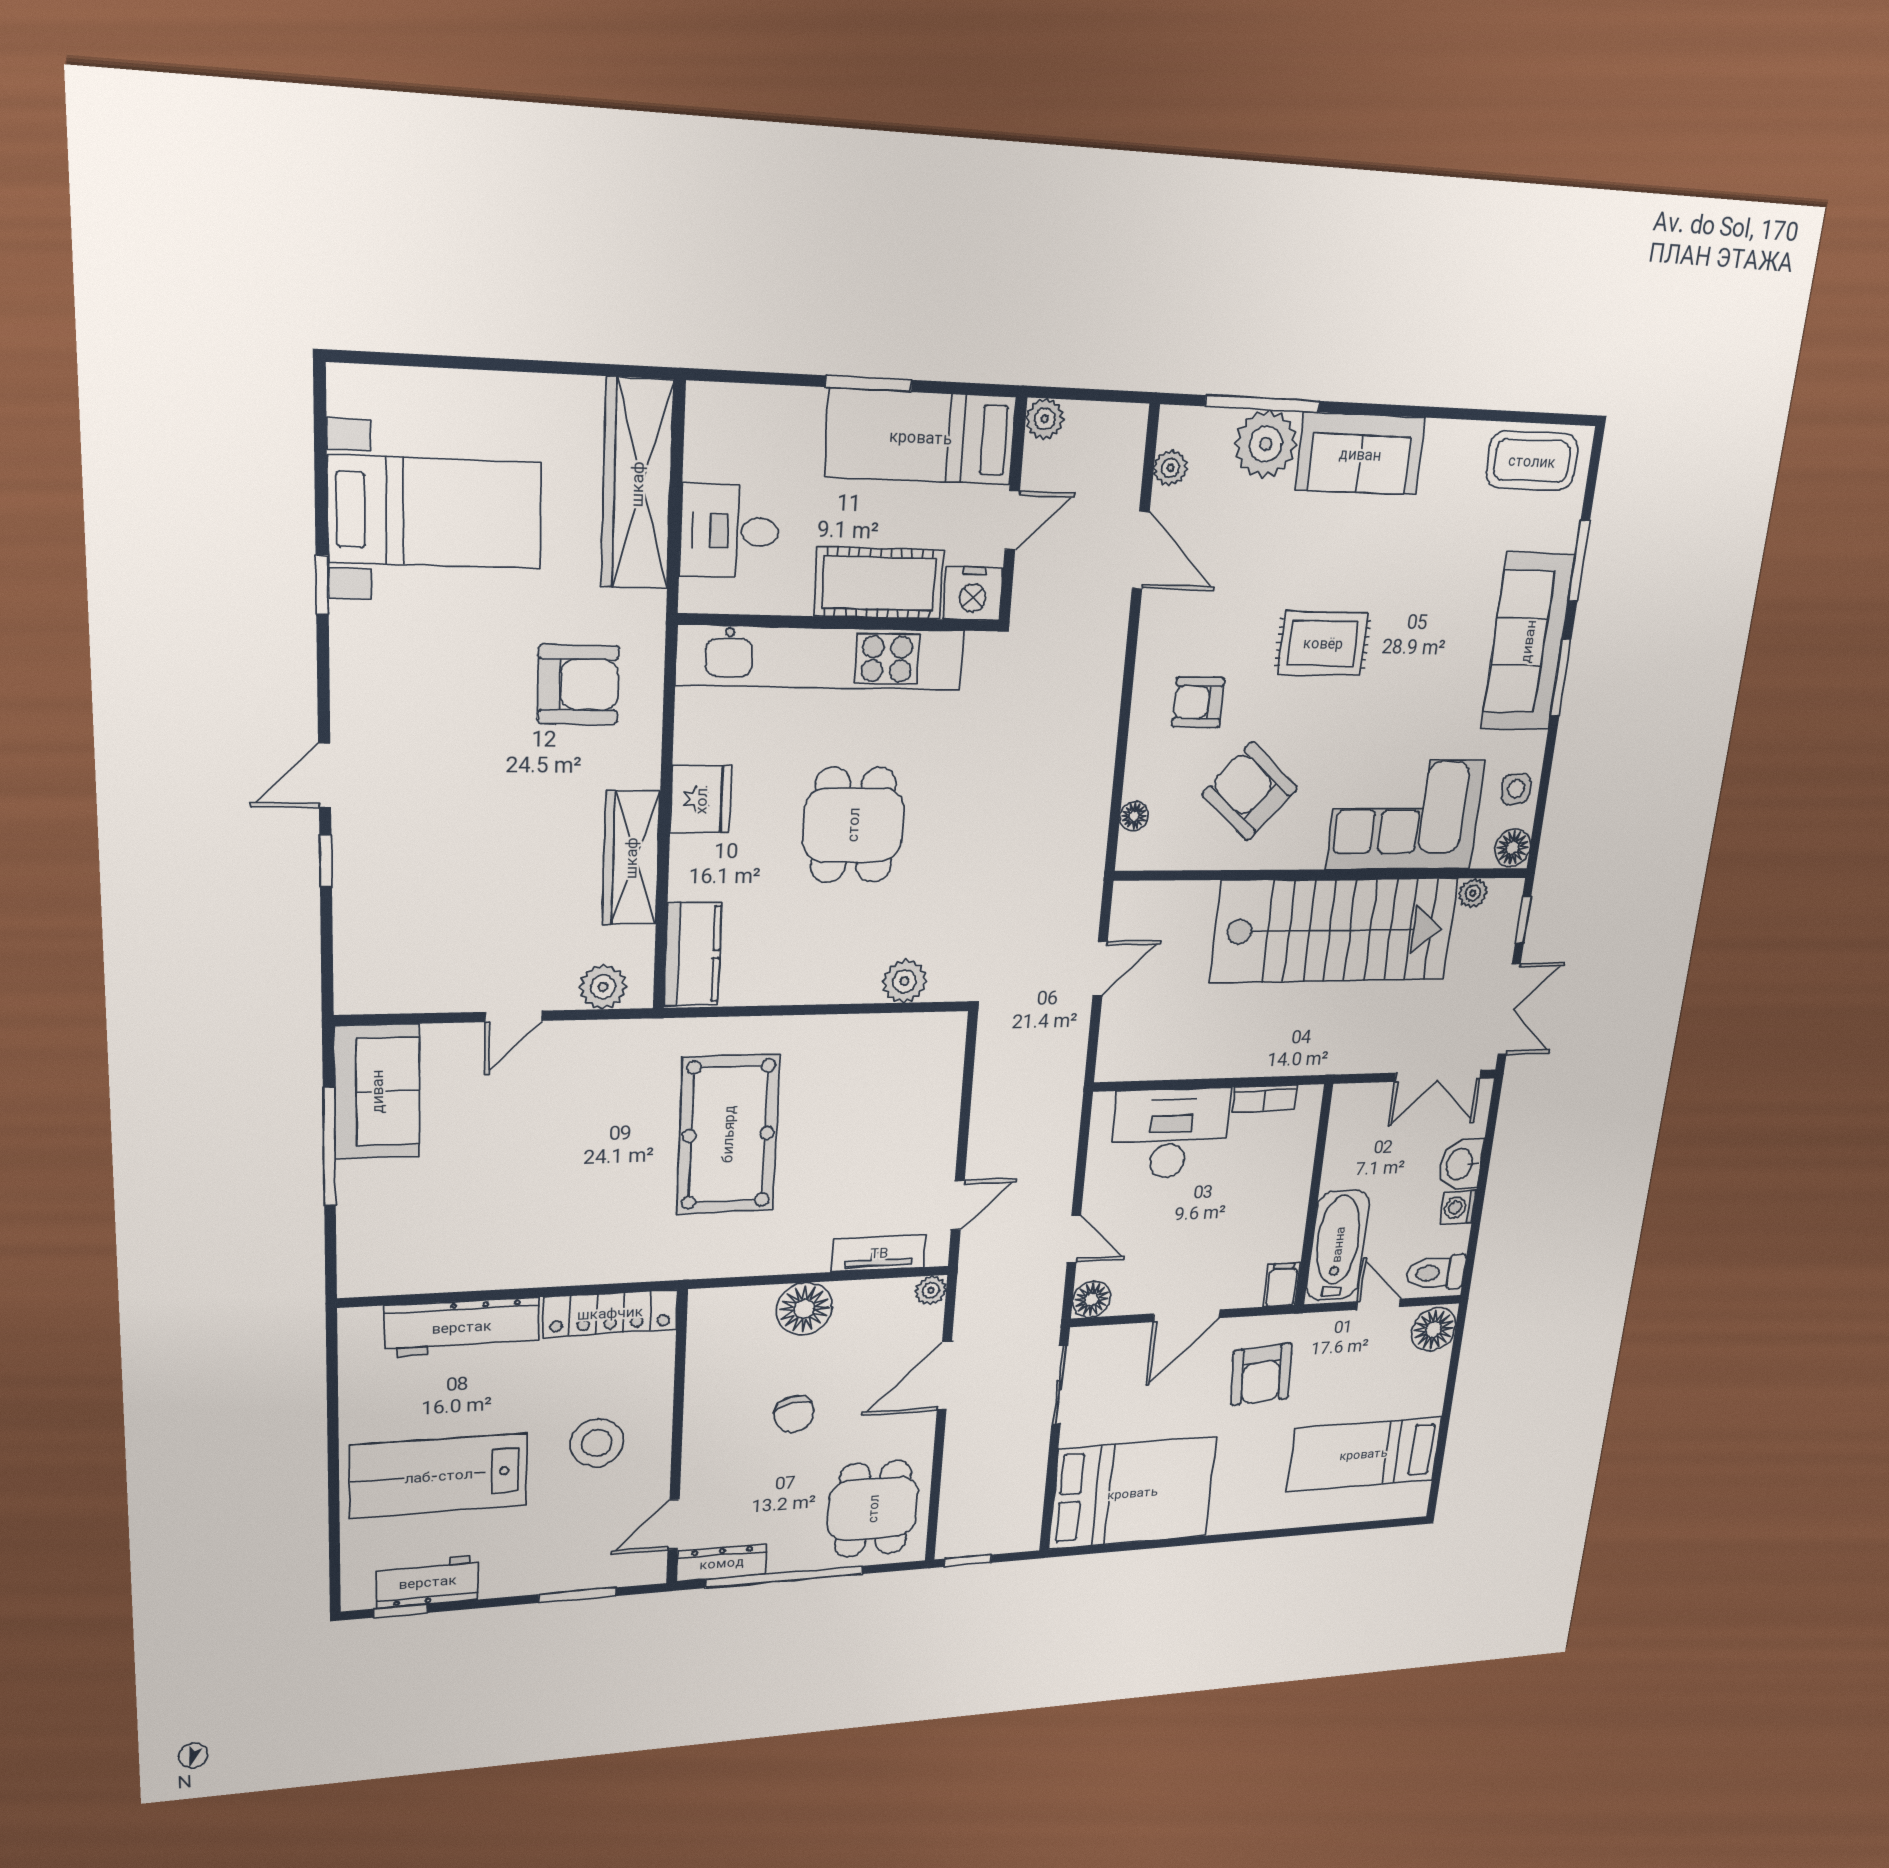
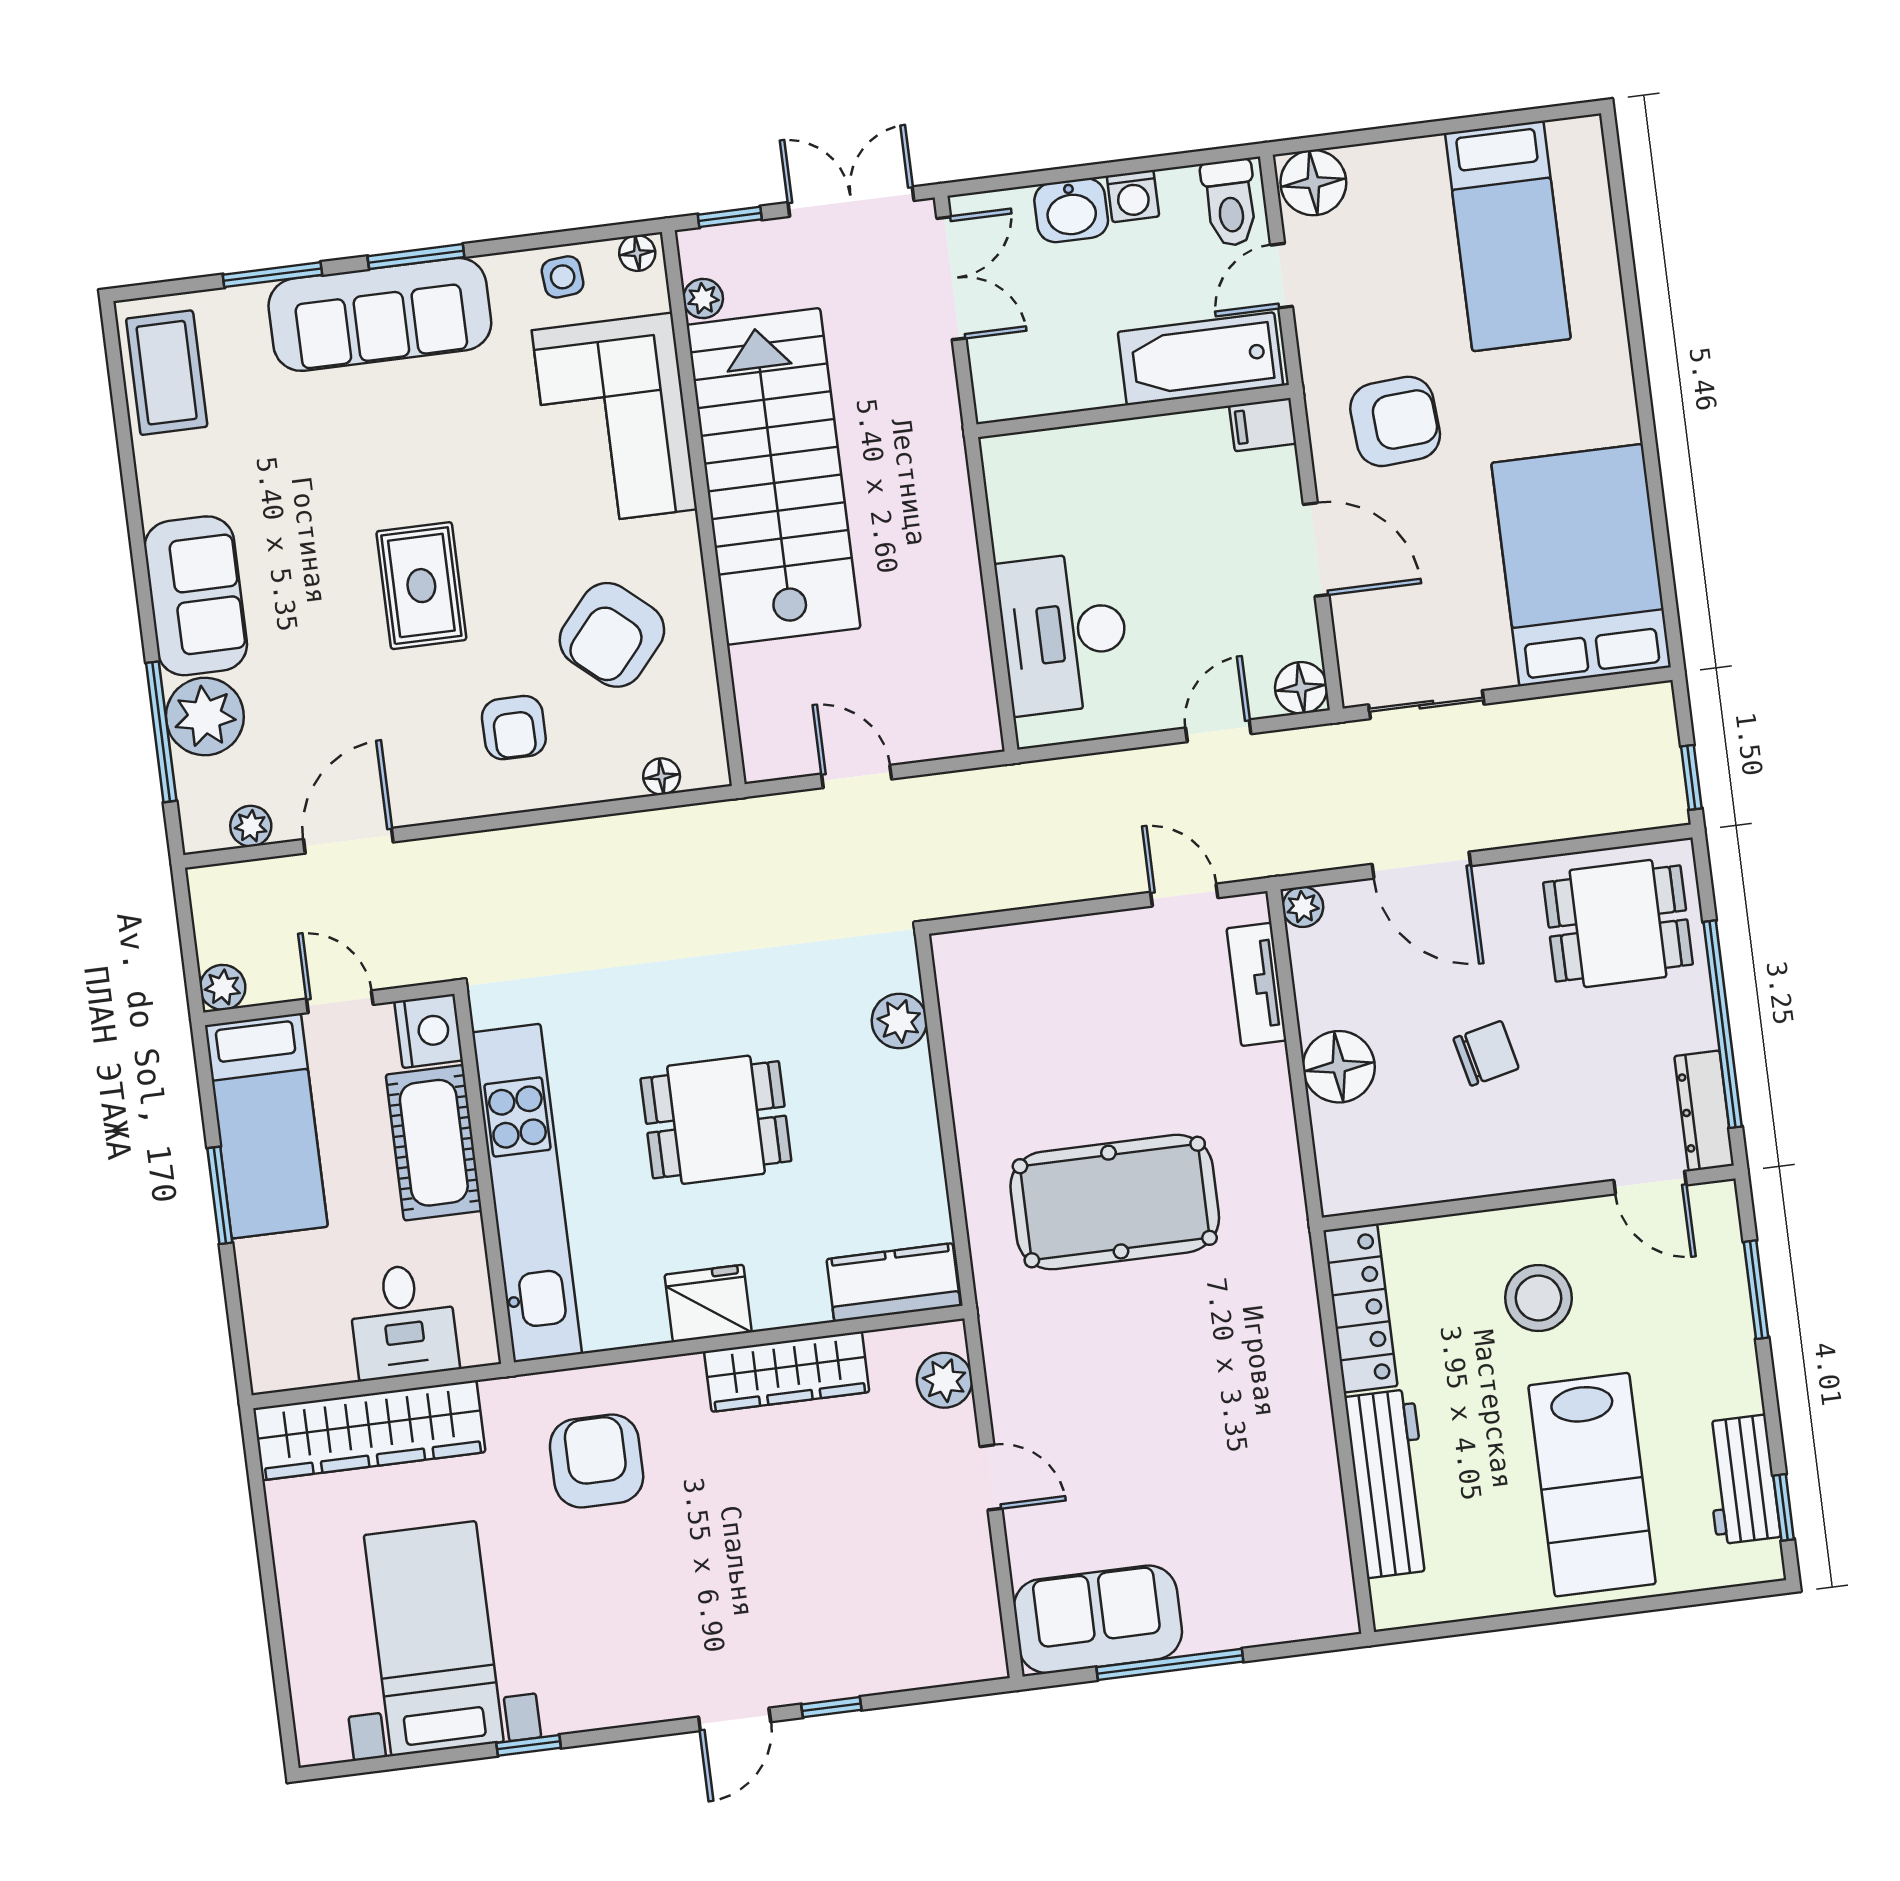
door: (325, 775) -> (735, 1719), hinge flipped
floor lamp: (1513, 848) -> (637, 253), width x0.73, depth x0.73
bookcase: (1265, 1099) -> (1005, 515), removed

